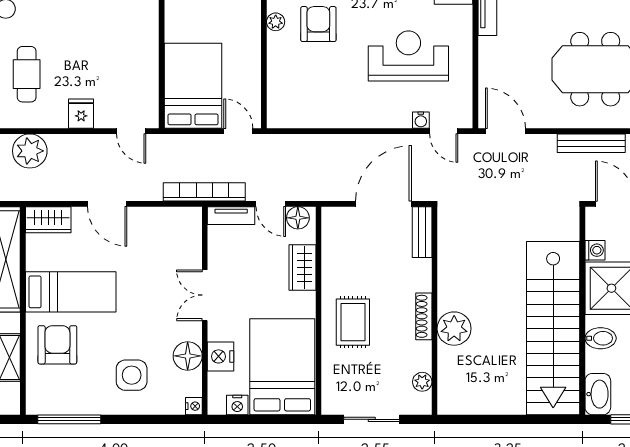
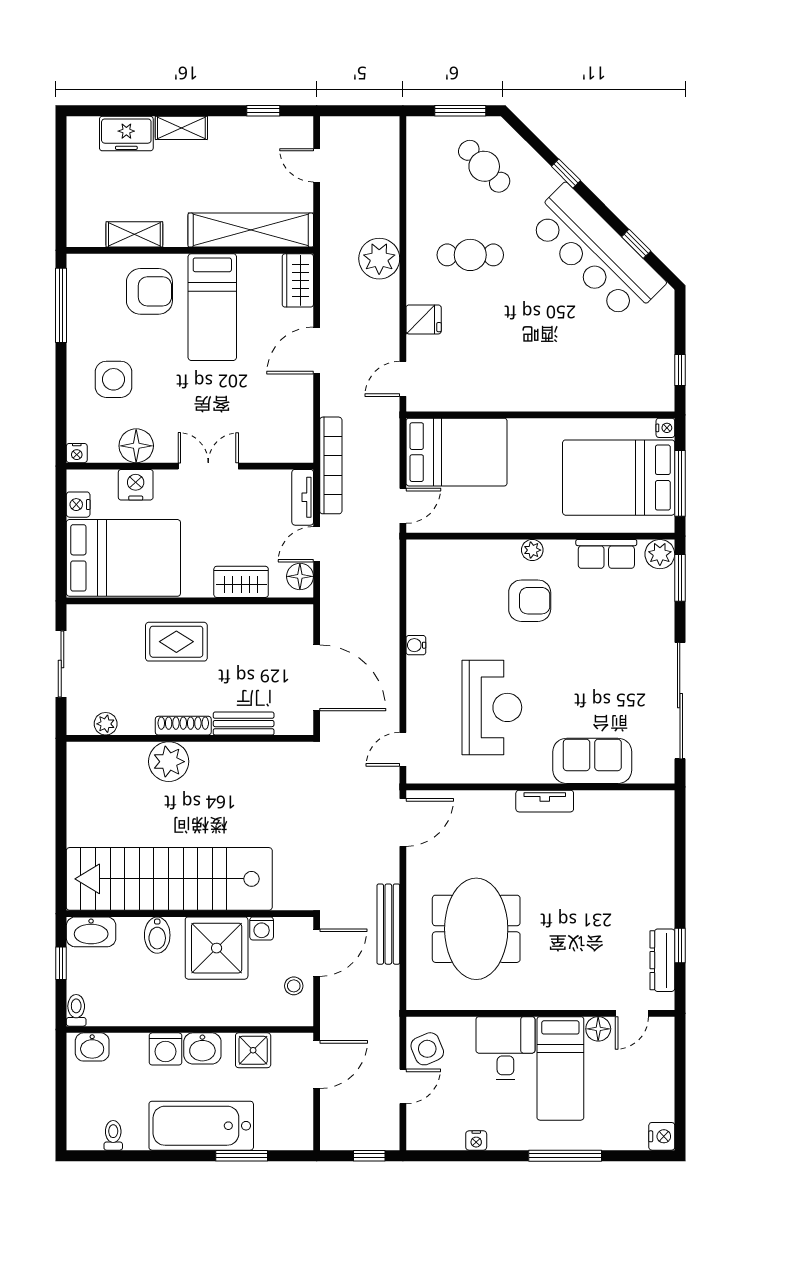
water cooler: (421, 120) -> (416, 645), moved
bench: (422, 232) -> (244, 724), moved

